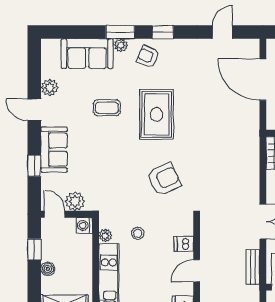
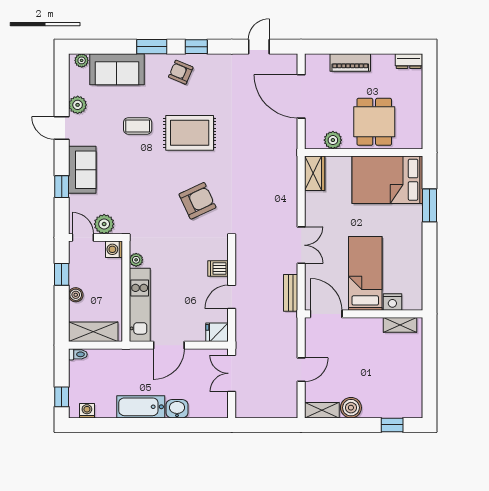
plant: (121, 45) -> (82, 60), moved
rug: (157, 114) -> (190, 133), turned 90
stool: (138, 233) -> (170, 258), removed

